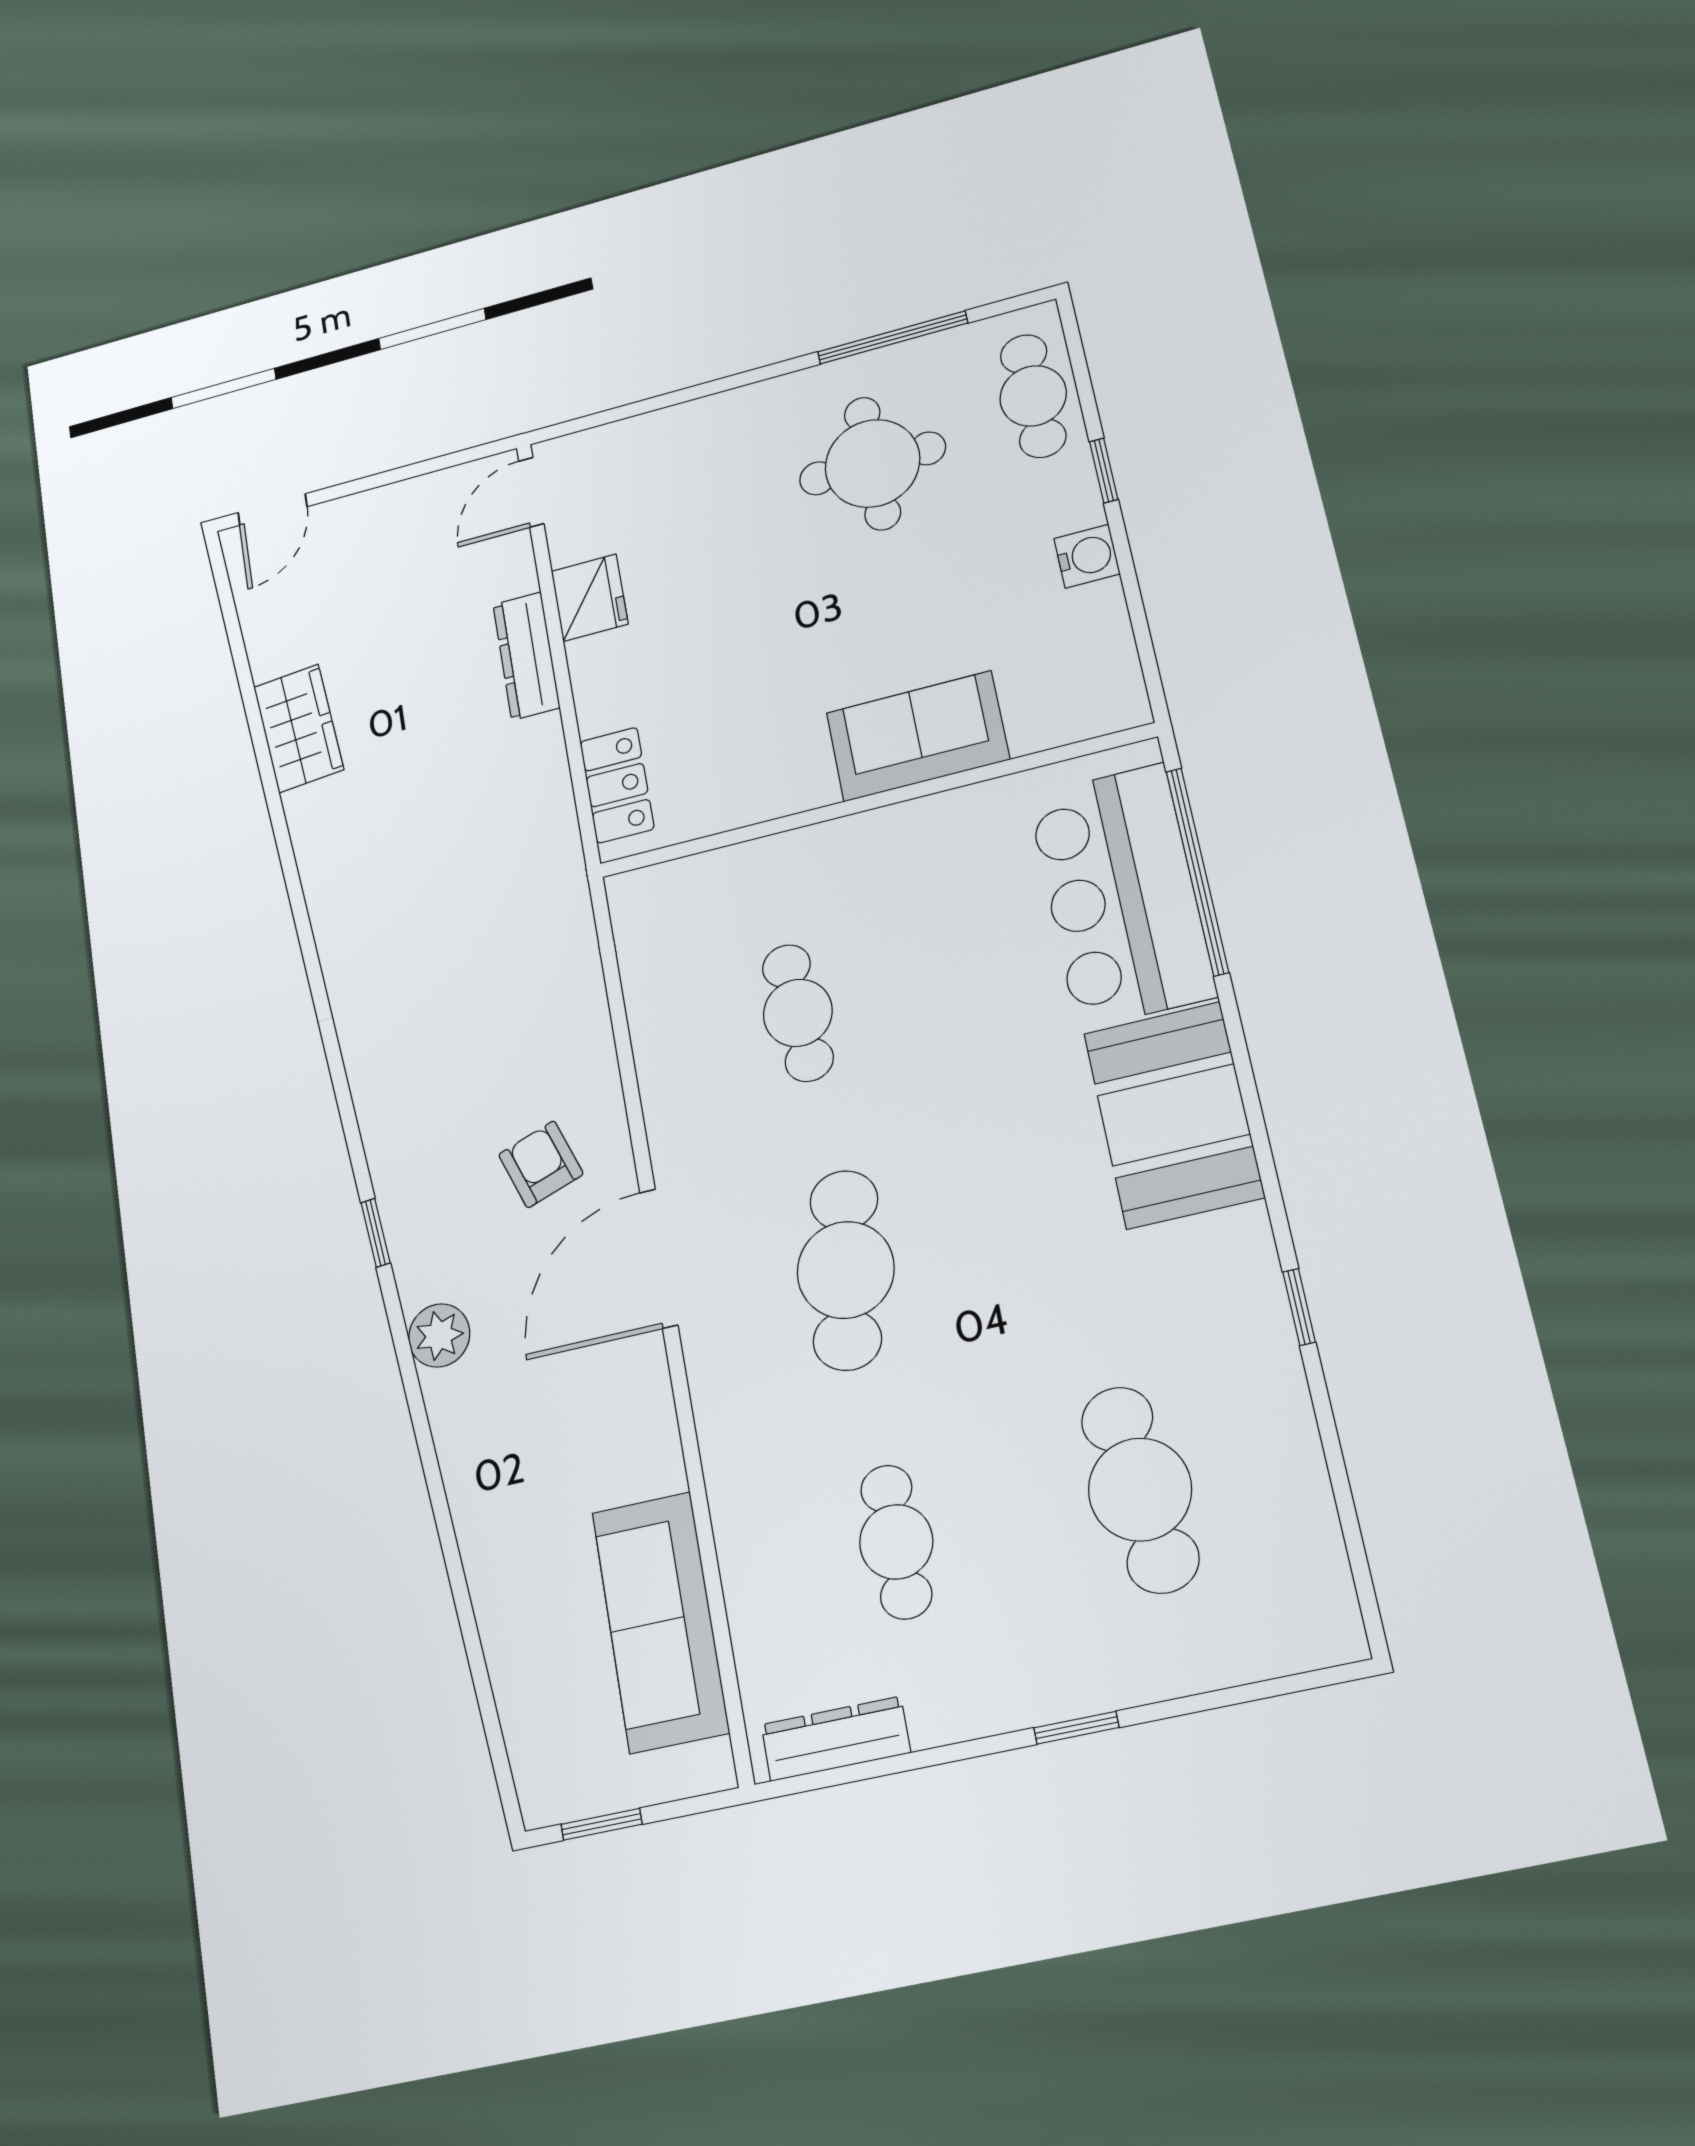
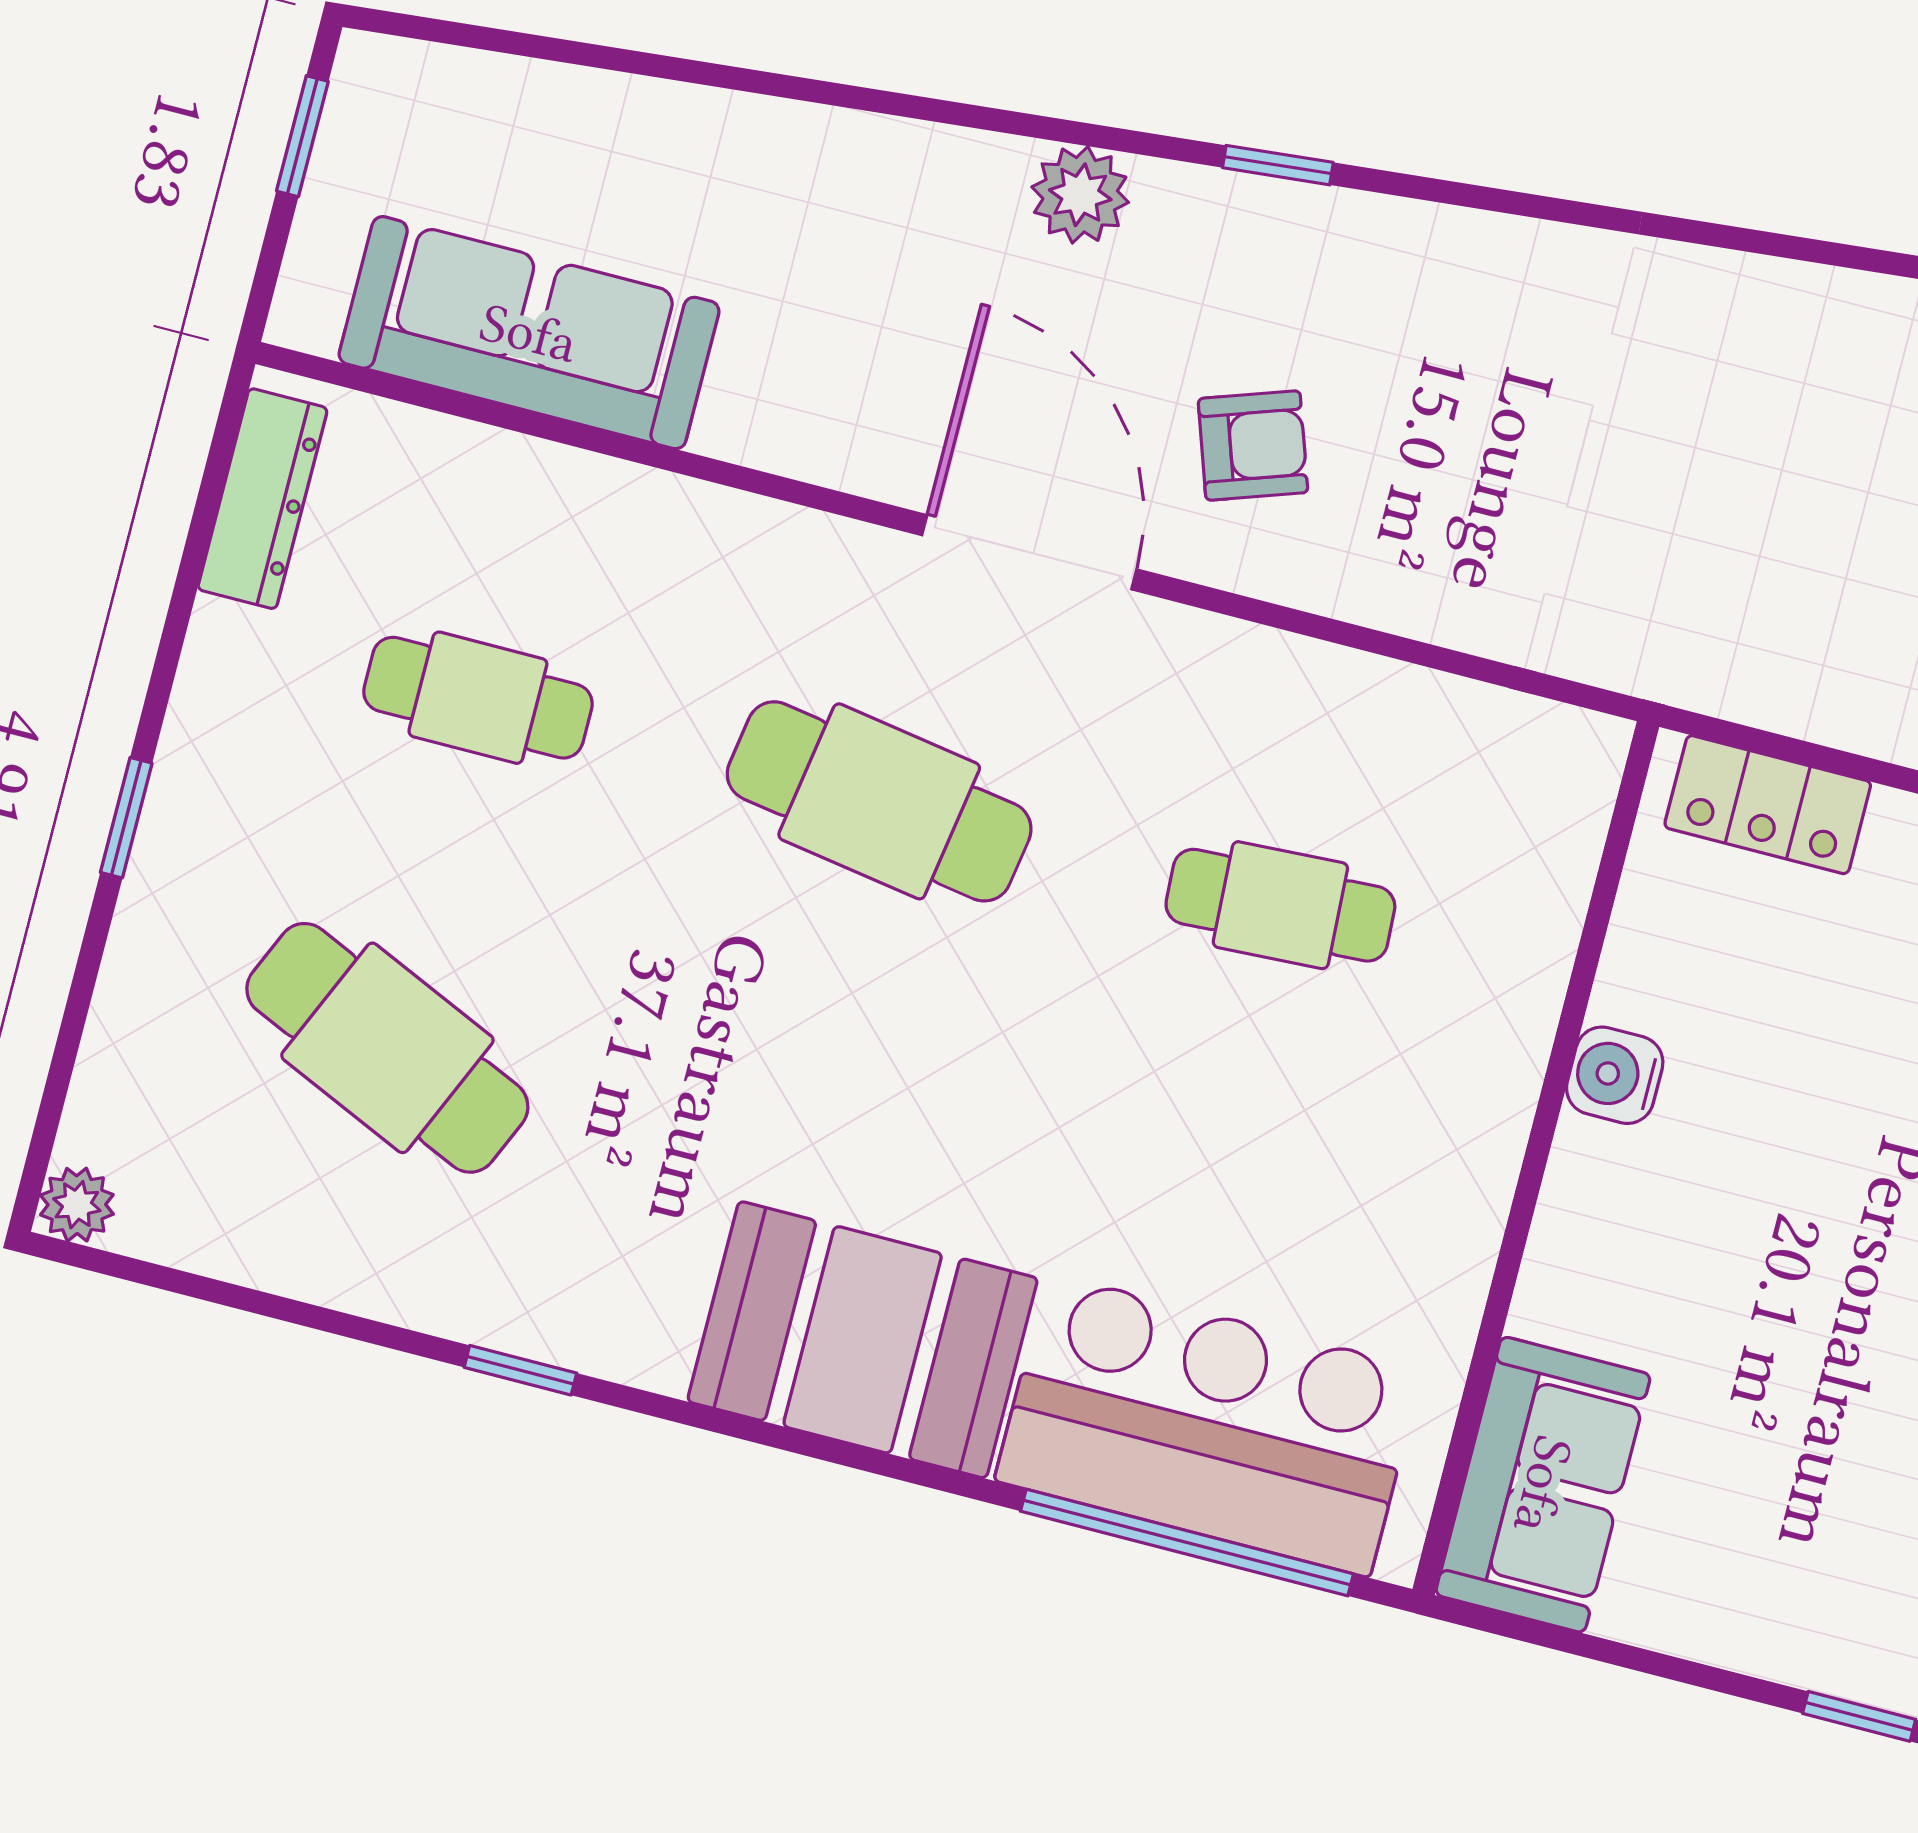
water cooler: (1087, 556) -> (1615, 1075), moved, turned 90
sofa: (918, 736) -> (1543, 1485), moved
cafe table: (1140, 1489) -> (387, 1048), turned 30
plant: (1340, 1638) -> (77, 1205), added

